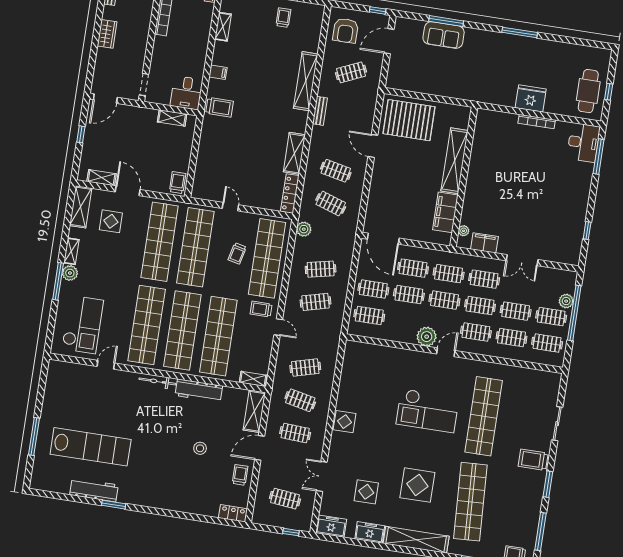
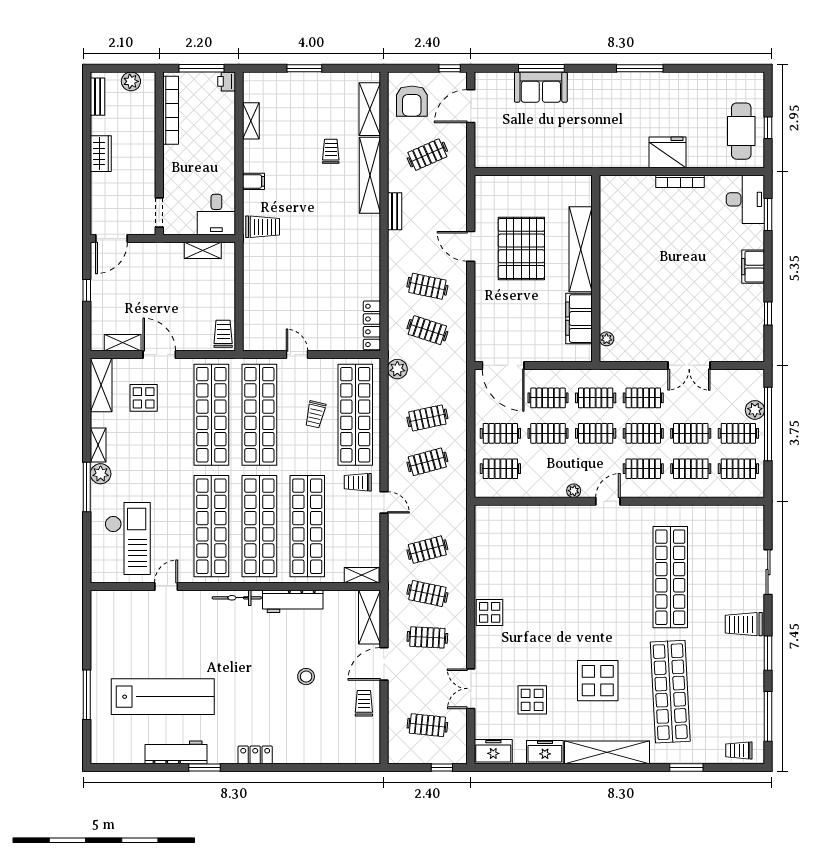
trolley: (283, 18) -> (331, 151), moved
pallet: (409, 120) -> (521, 248), moved, turned 90
shelving: (294, 153) -> (370, 109), moved
window: (599, 157) -> (768, 215), width x0.69
filing cabinet: (484, 243) -> (753, 267), moved, turned -90
plant: (427, 337) -> (574, 491), width x0.53, depth x0.53
checkout: (428, 411) -> (596, 581), removed
locker: (233, 513) -> (255, 755), moved

